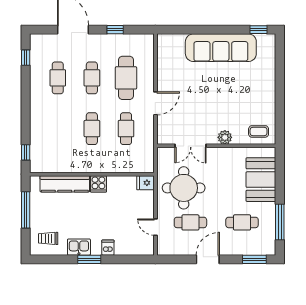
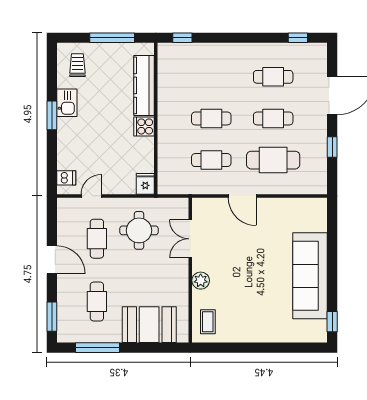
round table: (184, 188) -> (139, 230), width x0.73, depth x0.73
dishwasher: (108, 248) -> (66, 178), moved

